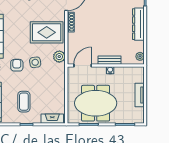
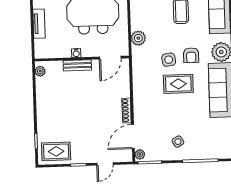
dresser: (138, 24) -> (43, 111), removed
rug: (47, 32) -> (178, 84), moved, width x0.73, depth x0.70
plant: (59, 57) -> (138, 38), moved

